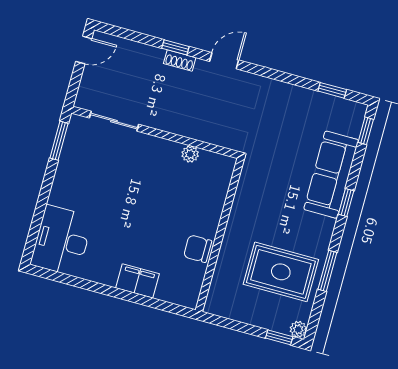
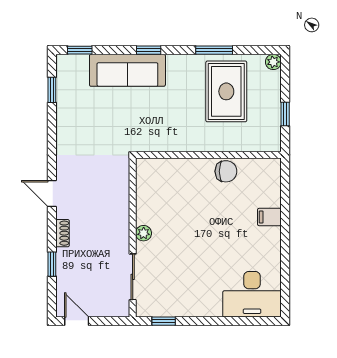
window: (175, 47) -> (52, 264), moved
window: (59, 141) -> (164, 321), width x0.67
plant: (190, 154) -> (144, 233), moved
chair: (198, 249) -> (226, 171), turned -90
filing cabinet: (138, 281) -> (269, 217), width x0.50
window: (279, 337) -> (285, 114), moved

